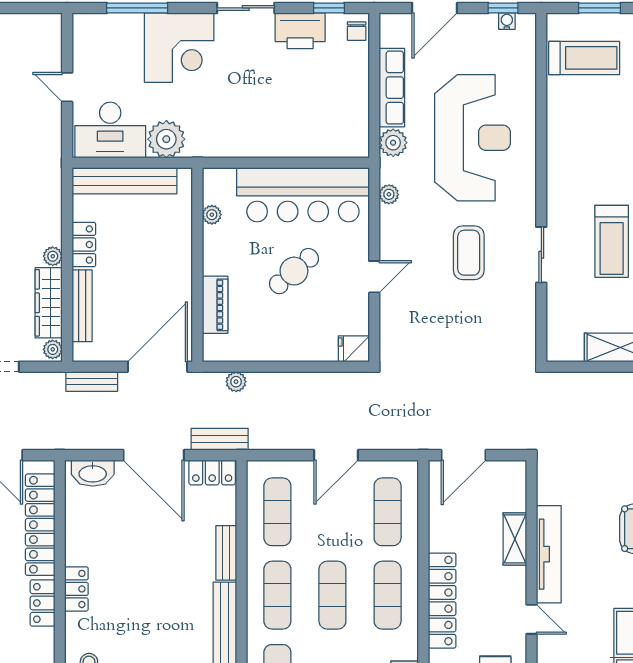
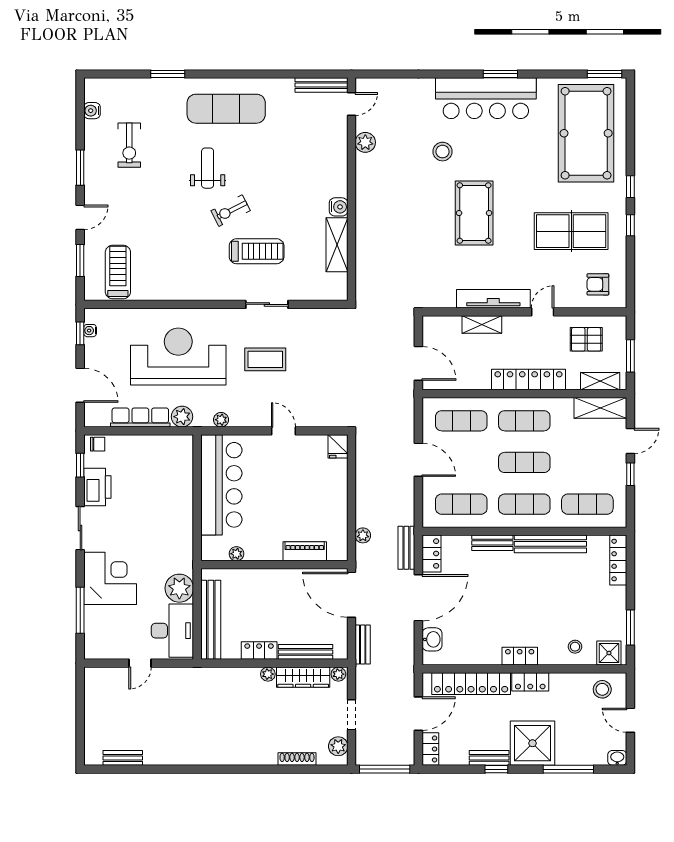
cafe table: (294, 271) -> (279, 492), removed
washbasin: (93, 473) -> (432, 639), width x0.72

